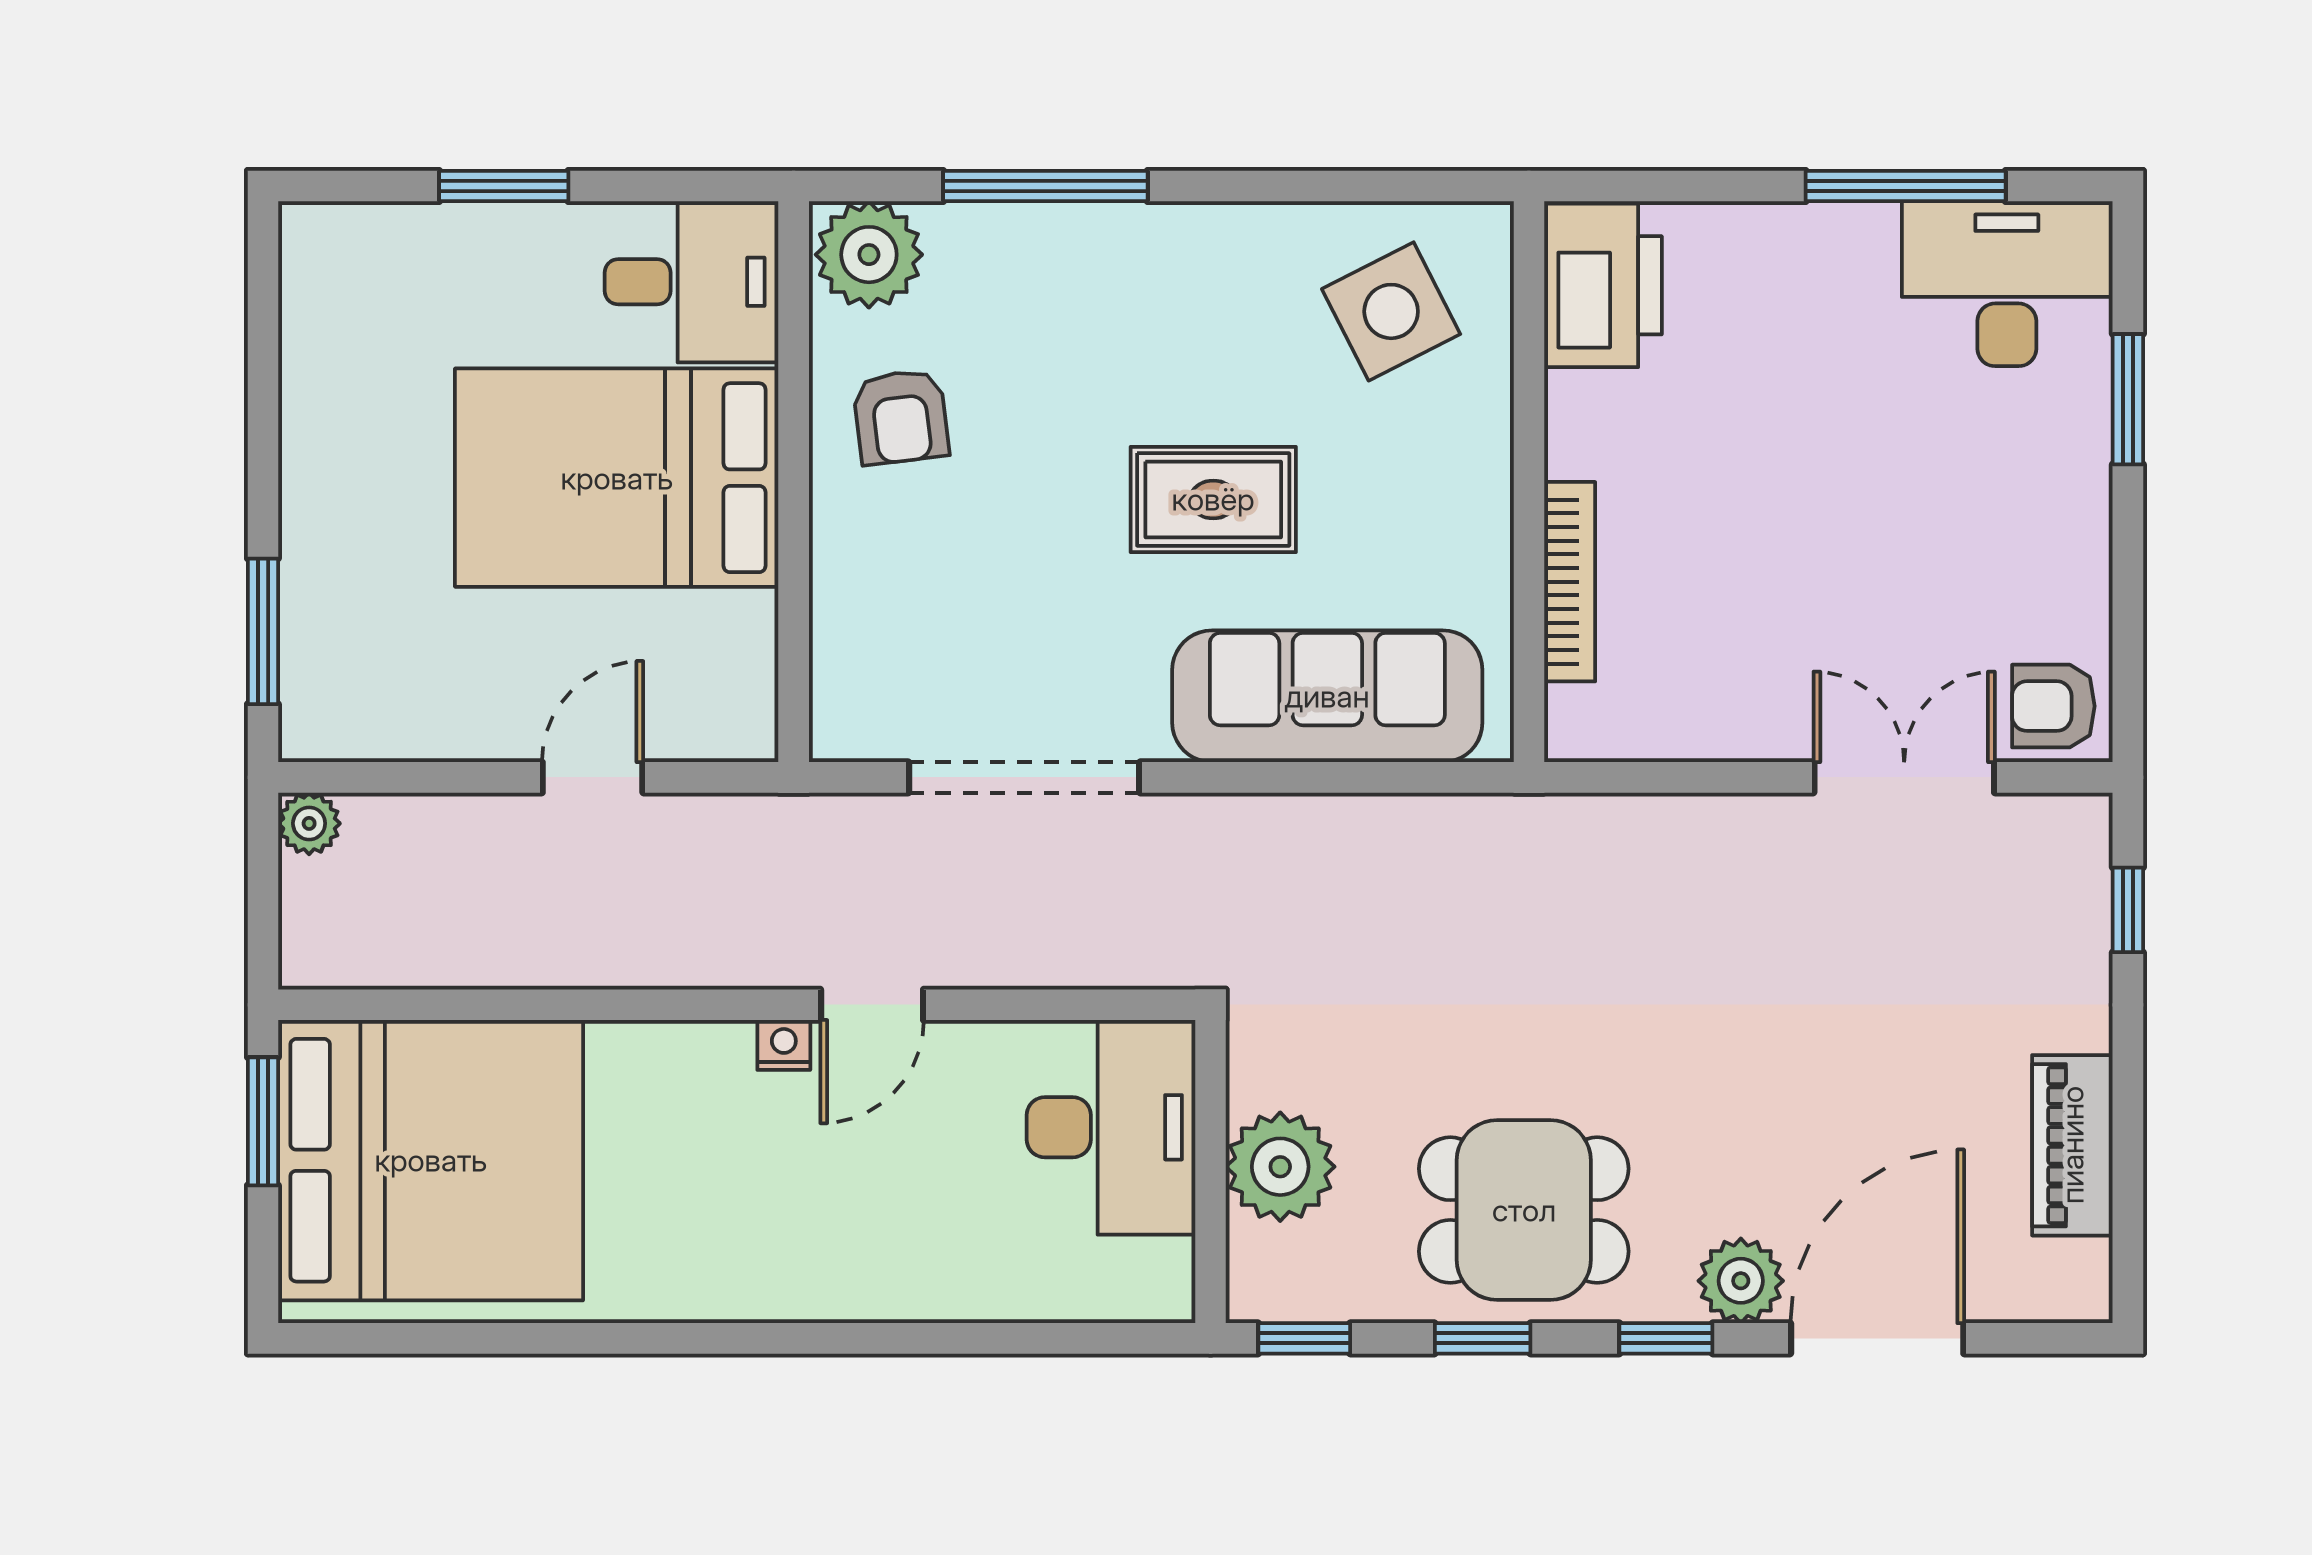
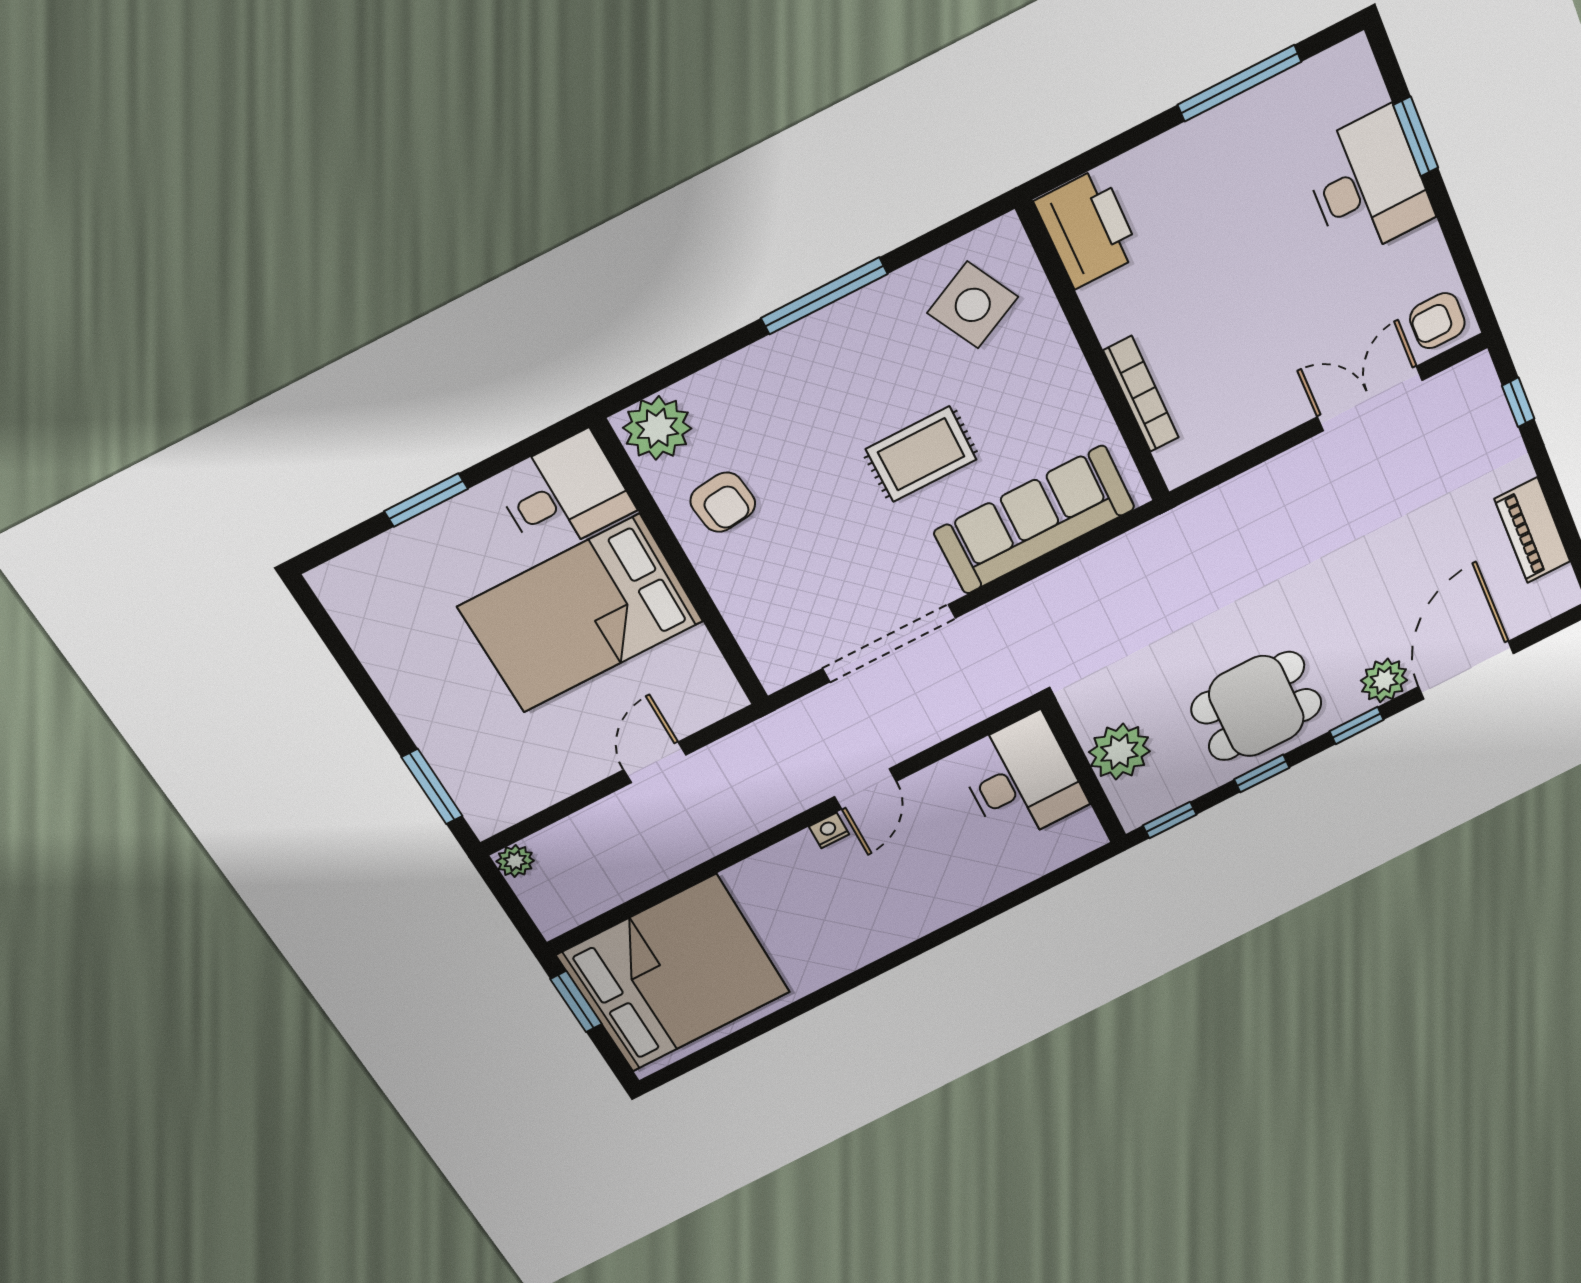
window: (1045, 186) -> (824, 296), moved
desk: (2007, 284) -> (1367, 184), moved, turned 90

